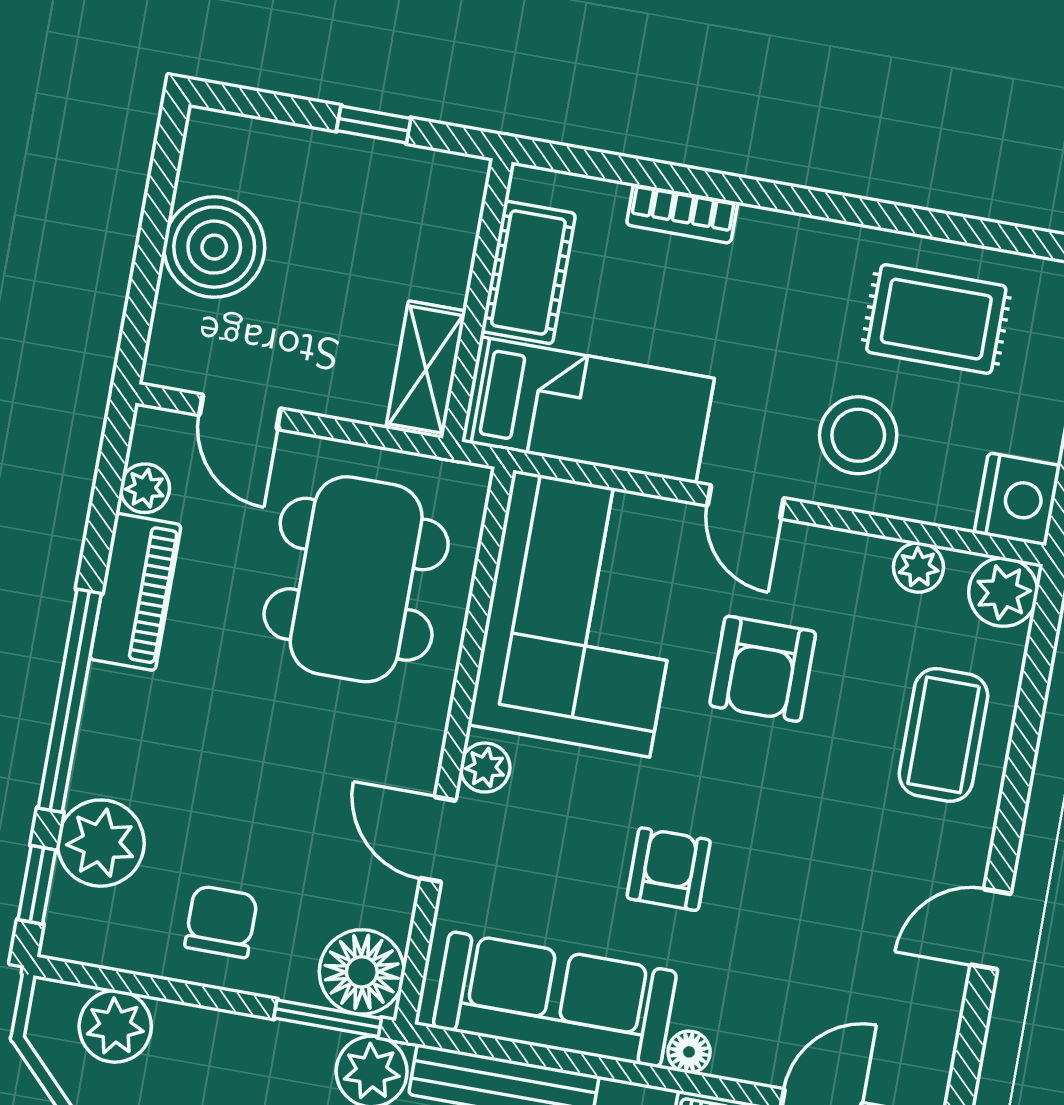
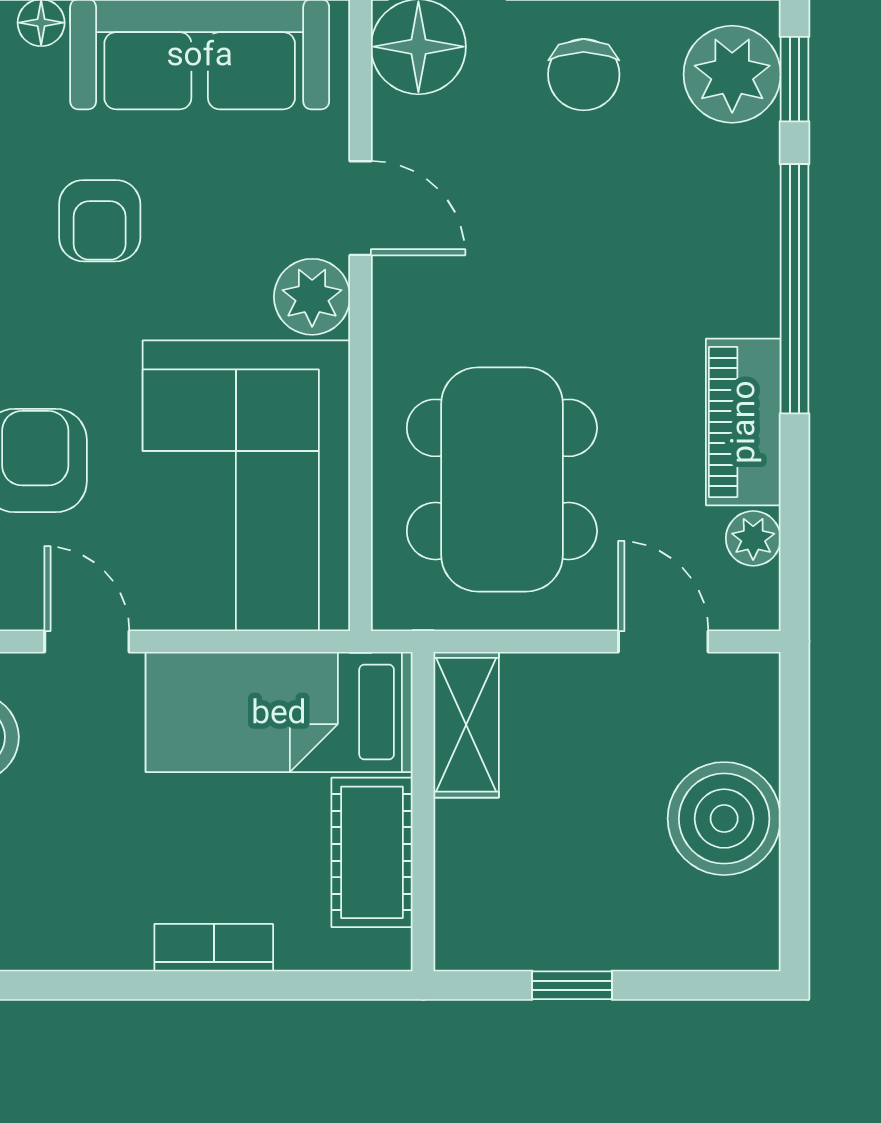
plant: (485, 768) -> (312, 297), width x1.38, depth x1.38
plant: (101, 843) -> (732, 74), moved

